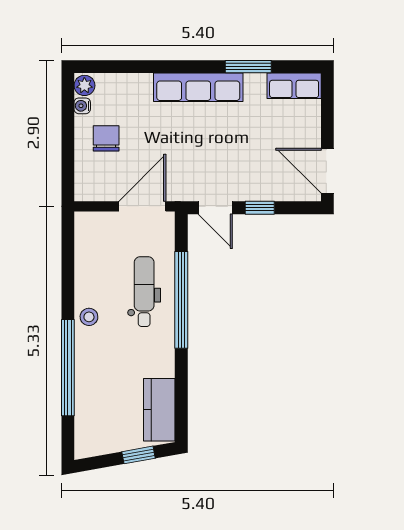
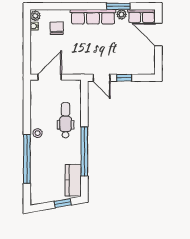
plant: (255, 83) -> (122, 14), added
chair: (106, 138) -> (57, 28), moved
door: (327, 171) -> (158, 35), moved
door: (142, 206) -> (50, 77), moved
window: (181, 300) -> (84, 151), moved

